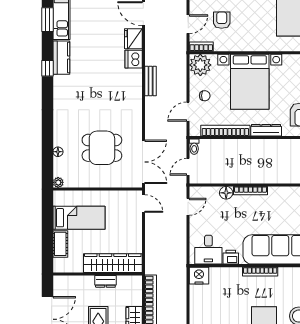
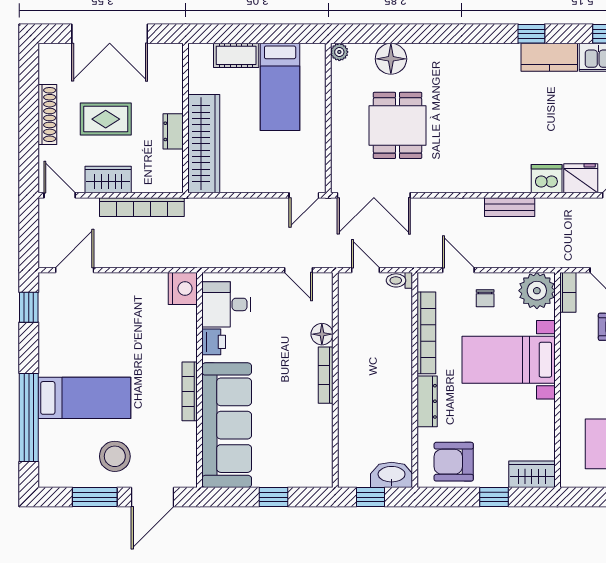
bed with nightstands: (250, 82) -> (509, 360), width x0.73
floor lamp: (58, 152) -> (391, 59), width x1.89, depth x1.89

